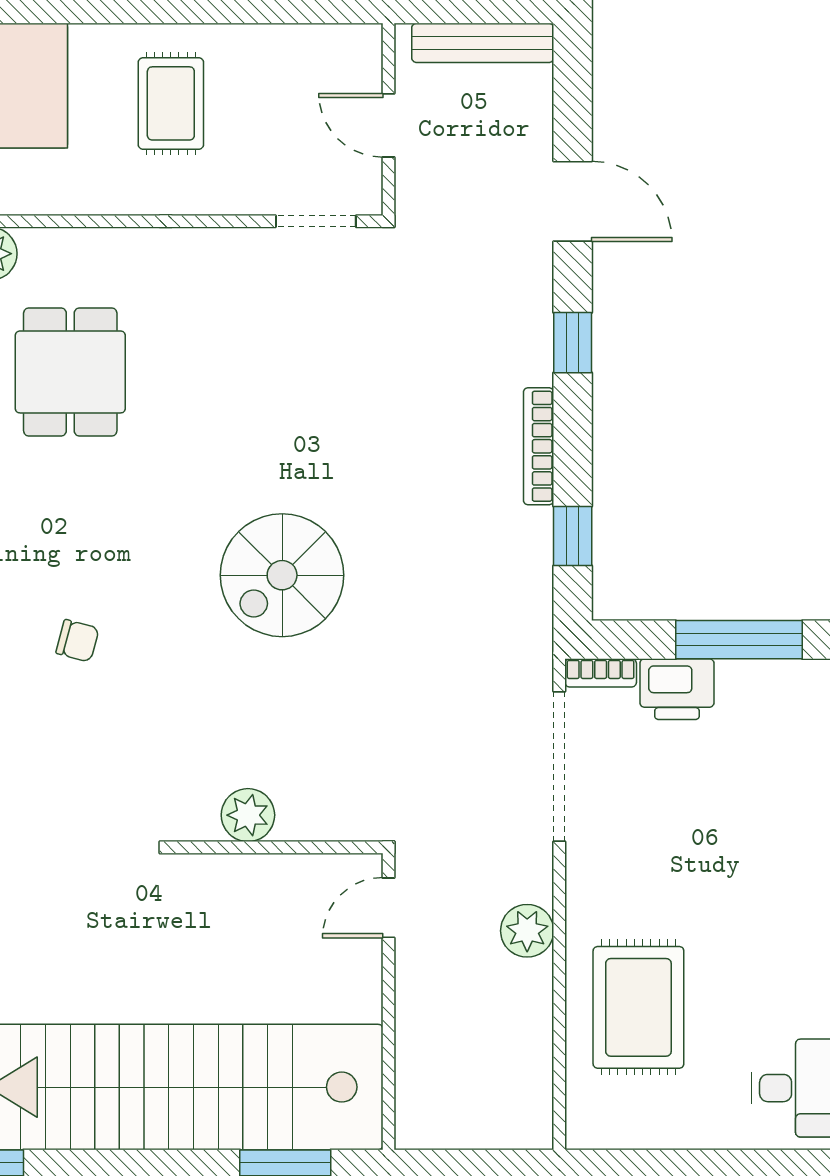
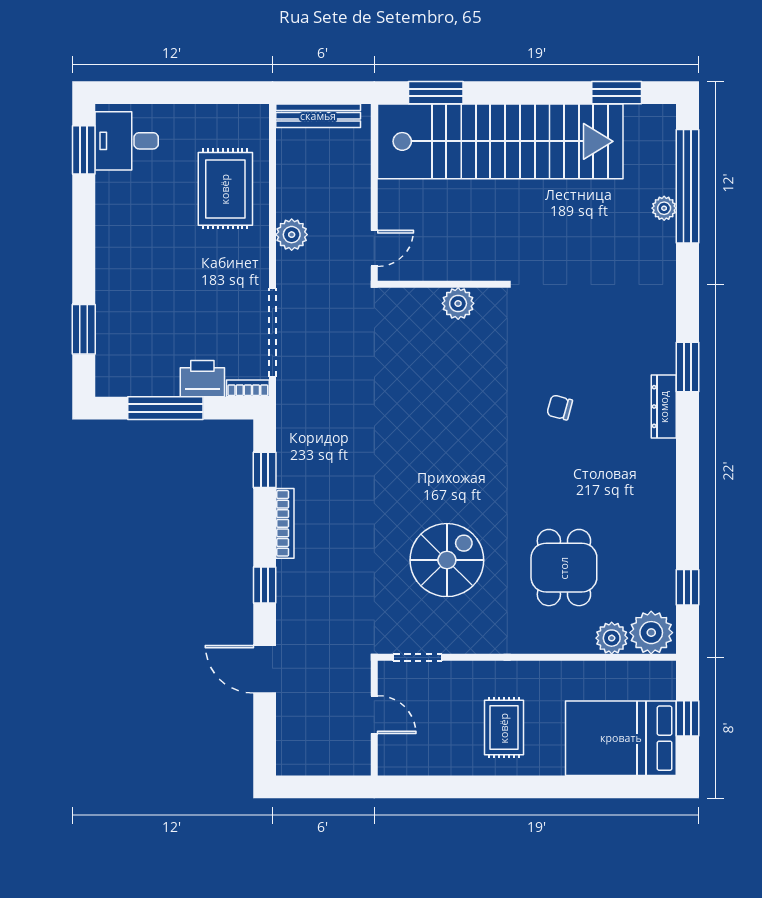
bench: (483, 43) -> (318, 116), moved
spiral stairs: (282, 575) -> (447, 560), moved

